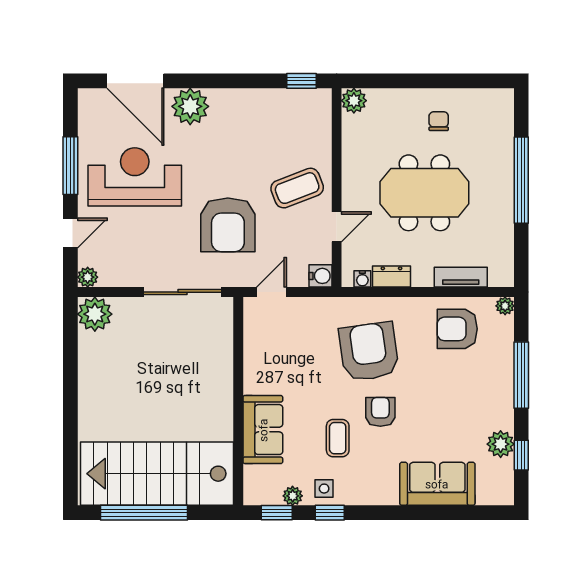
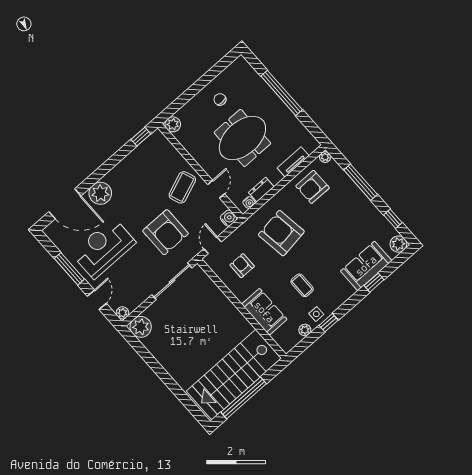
armchair: (380, 412) -> (242, 266), moved
plant: (501, 444) -> (398, 244), moved
window: (277, 513) -> (374, 283), moved

